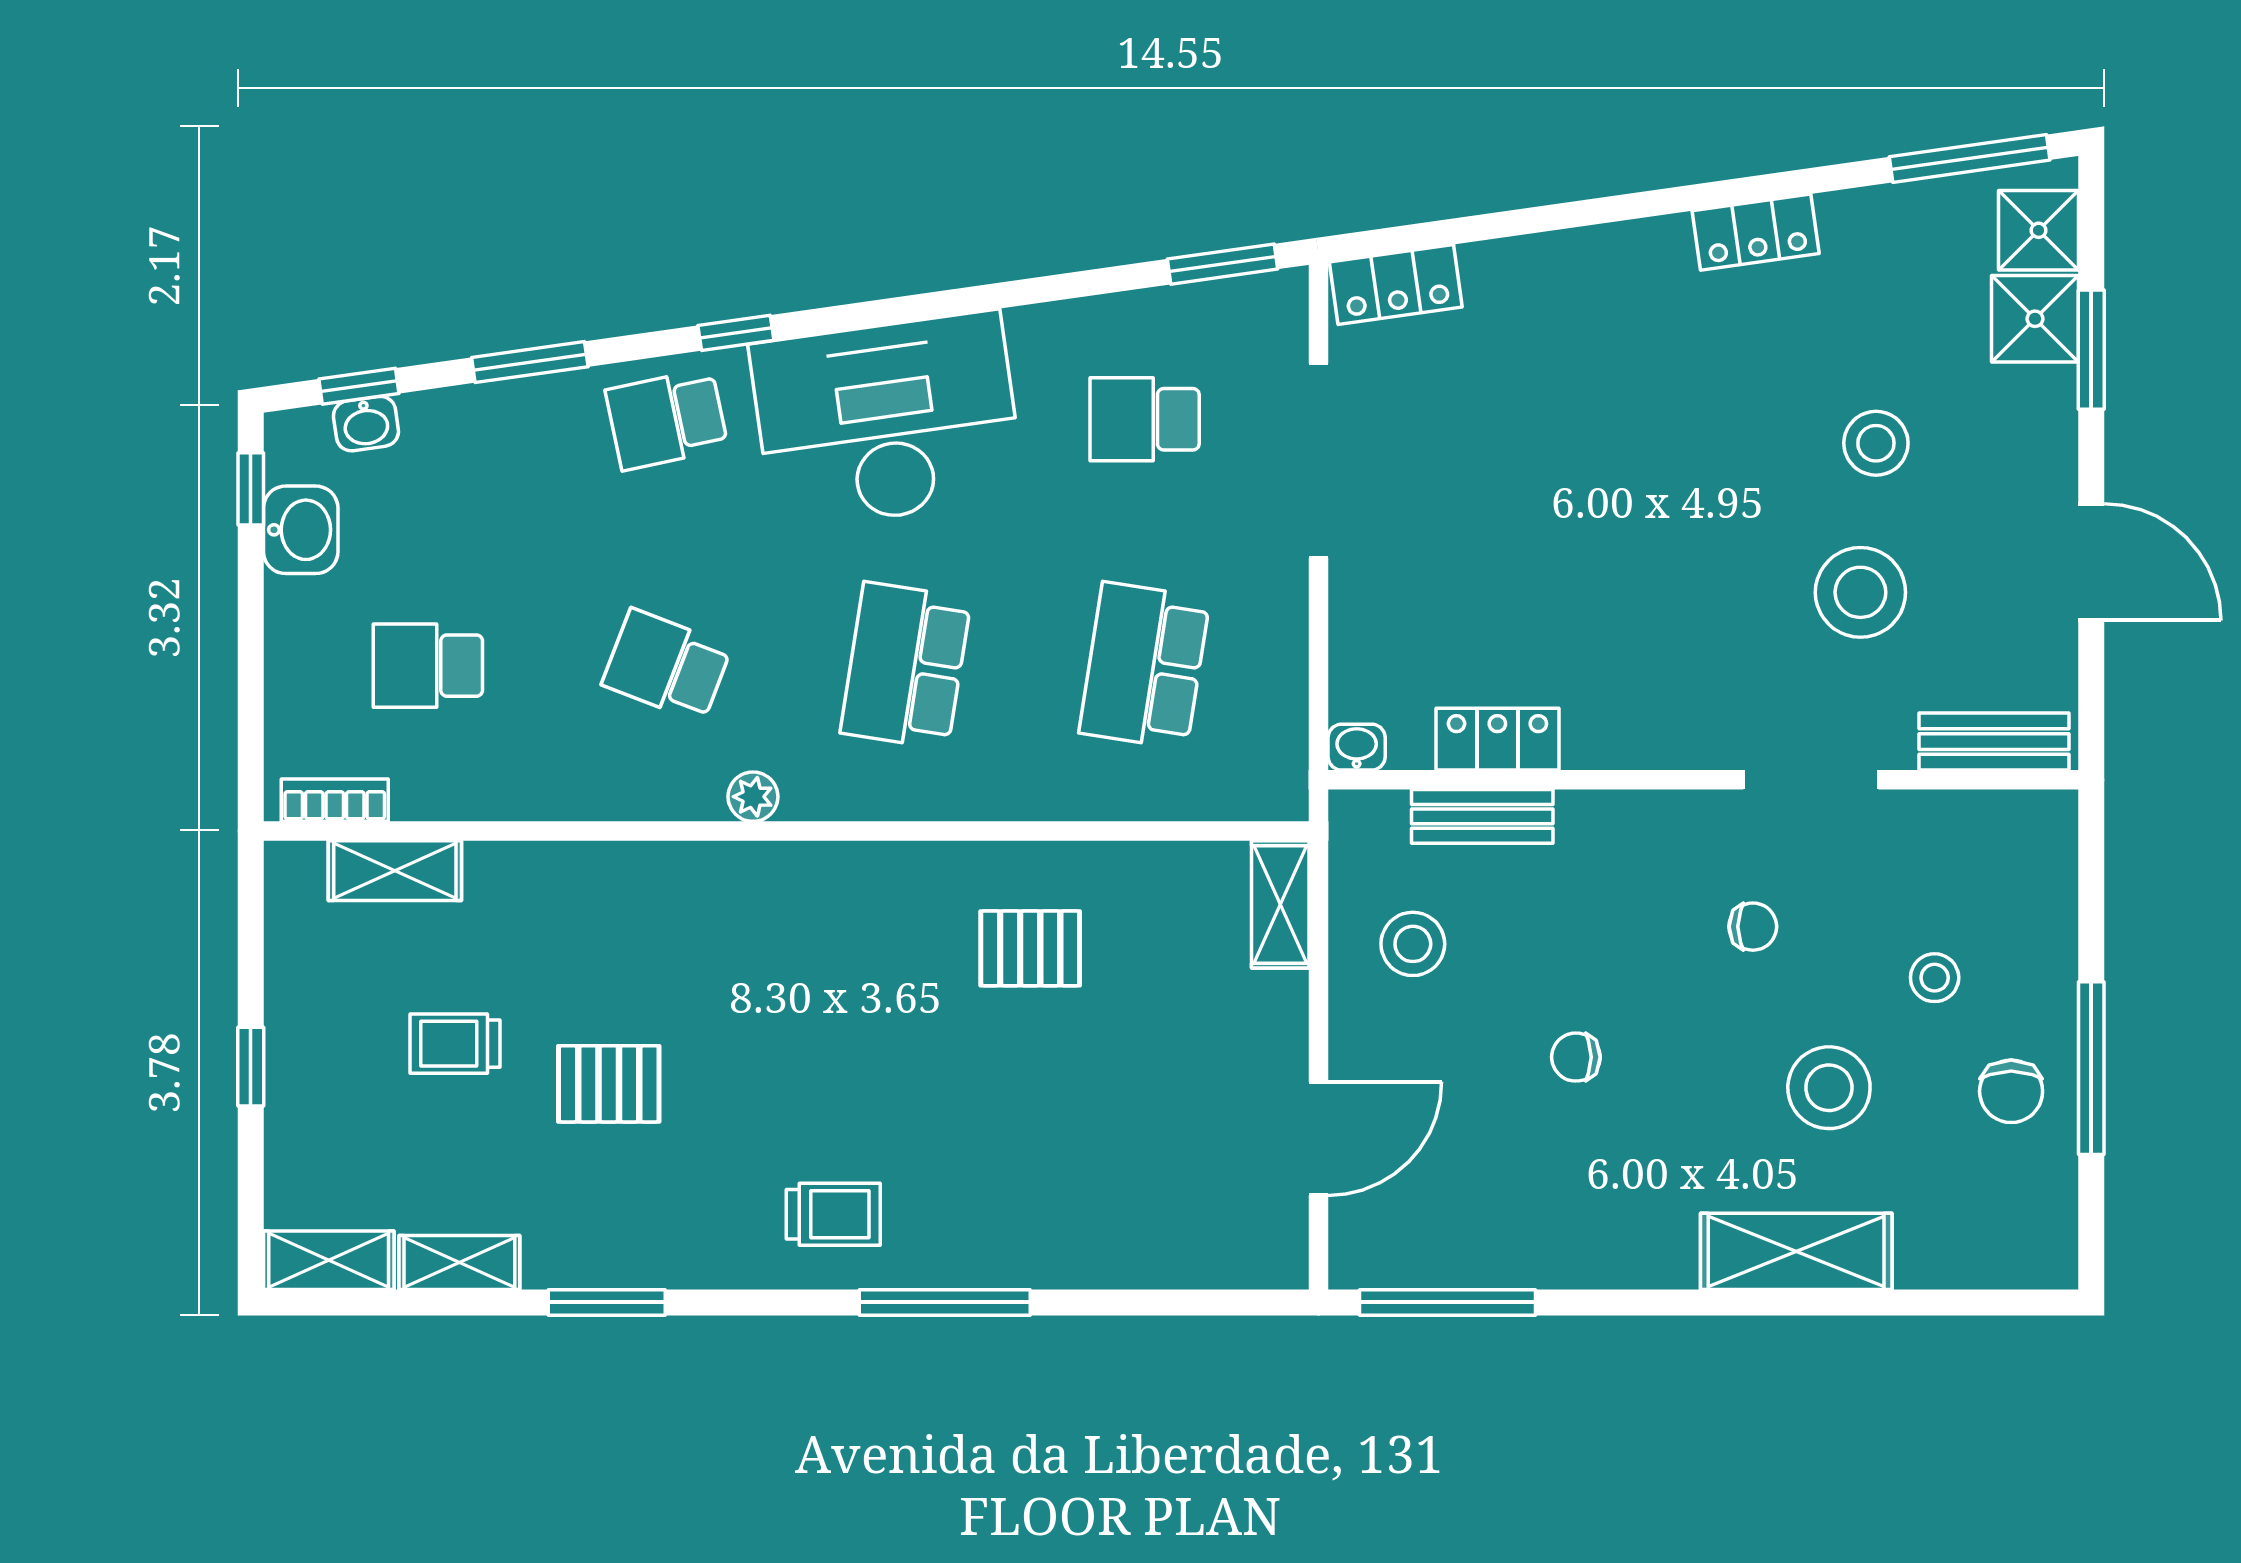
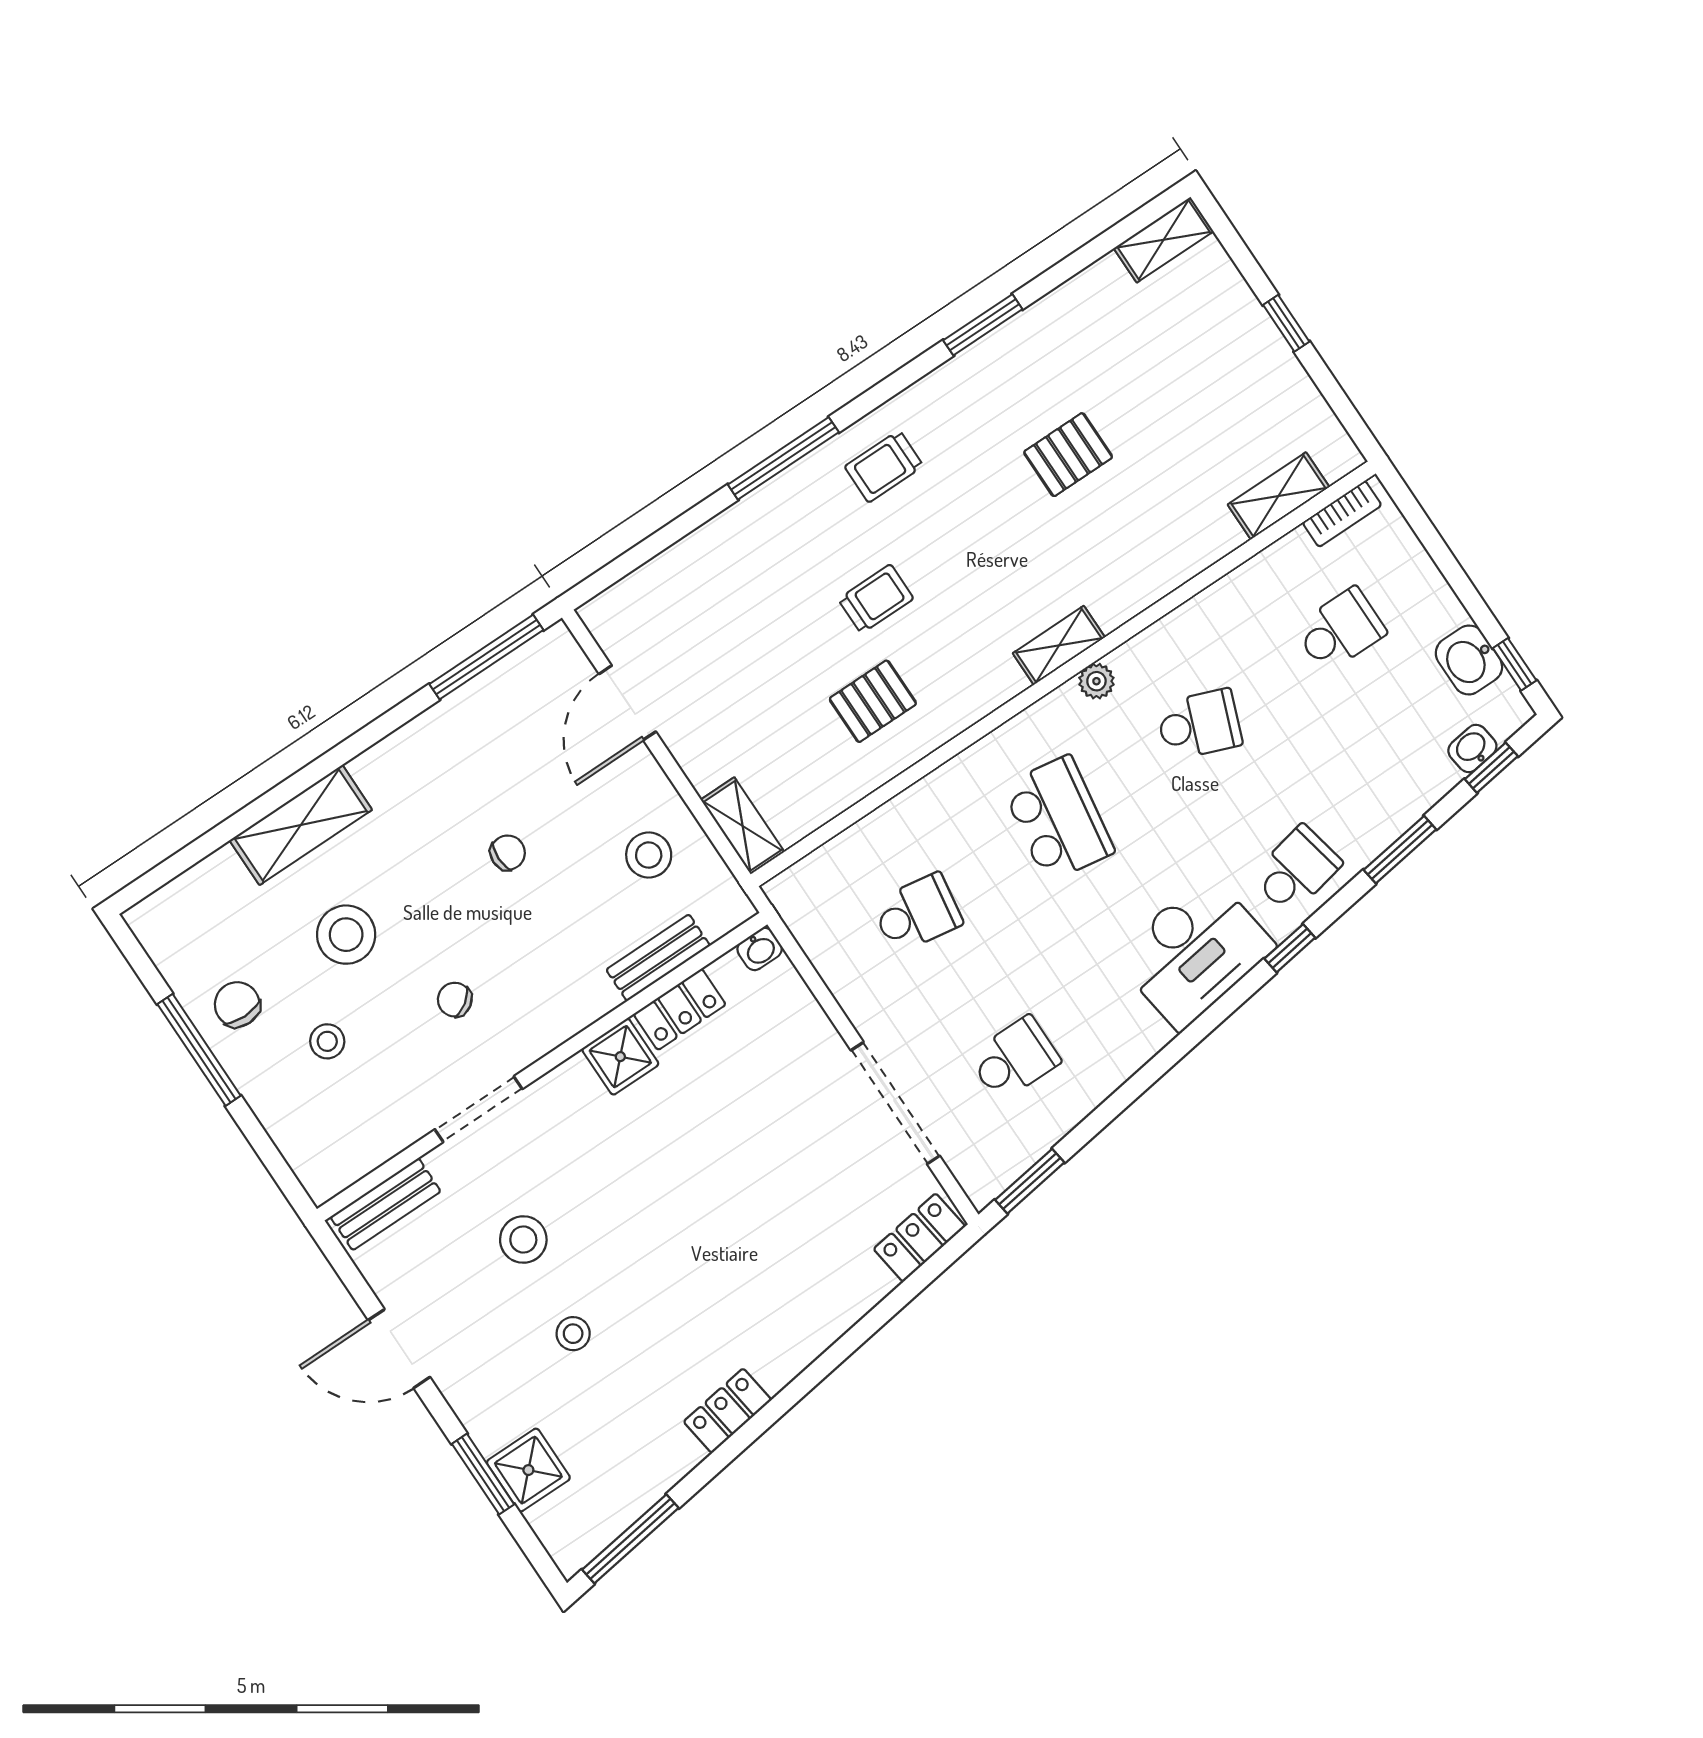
shower: (2039, 230) -> (620, 1057), moved
desk: (887, 421) -> (1194, 952), width x0.73, depth x0.77
stool: (1876, 443) -> (573, 1334), width x0.73, depth x0.73
stool: (1860, 592) -> (523, 1239), width x0.73, depth x0.73
school desk: (1145, 666) -> (917, 913), width x0.54
chair: (1753, 927) -> (455, 1000), turned 55
trolley: (455, 1044) -> (876, 599), moved
shelving: (459, 1263) -> (1059, 645), moved

